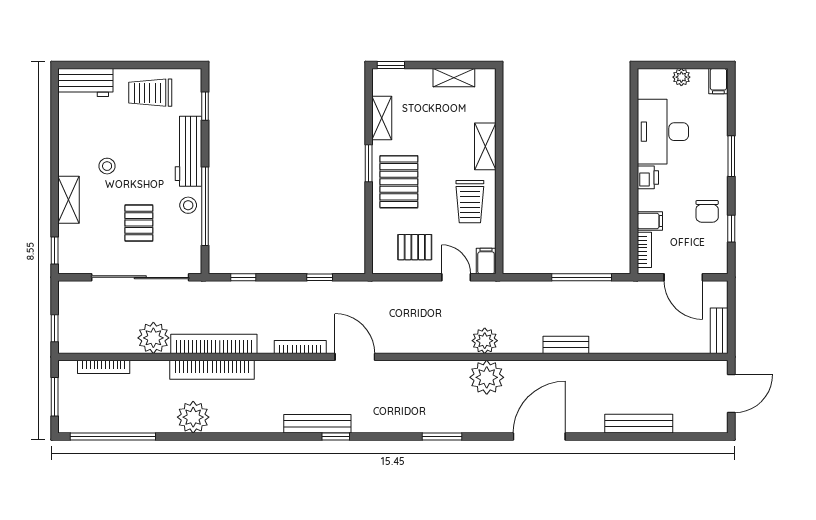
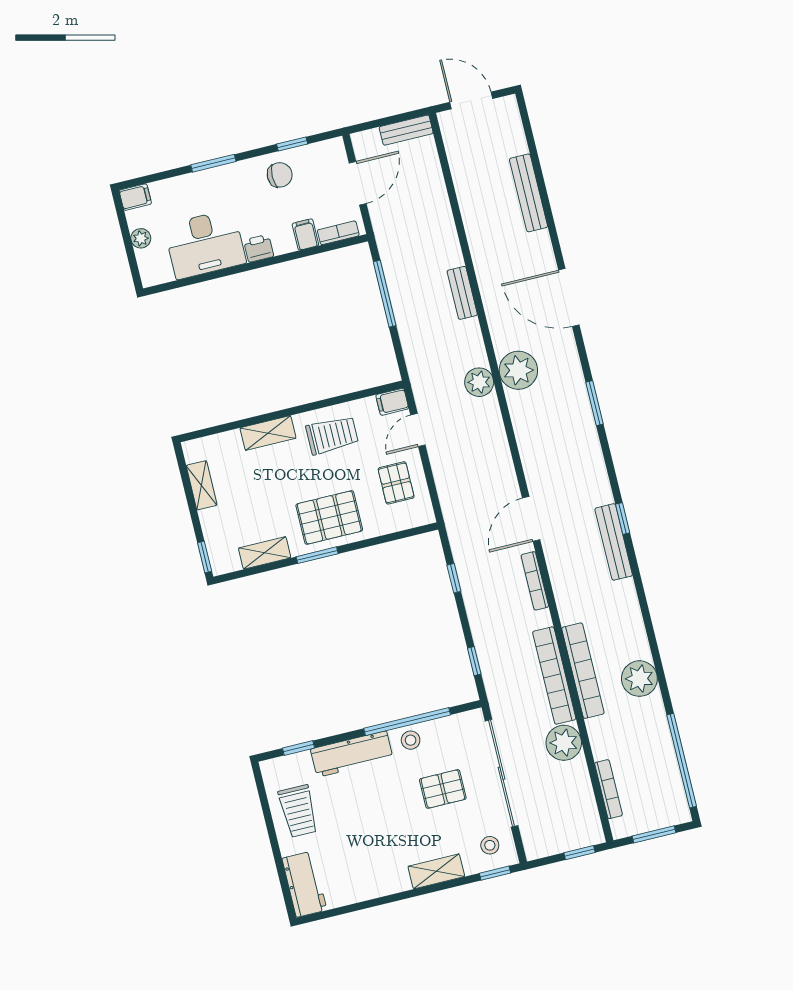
stool: (107, 166) -> (490, 845), moved

